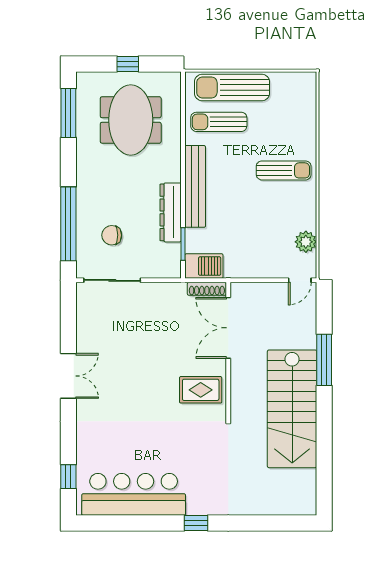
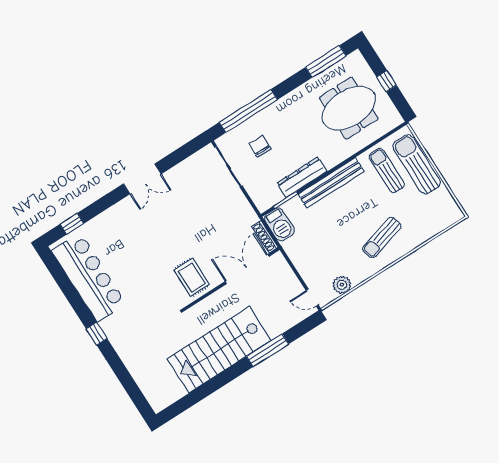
sun lounger: (284, 170) -> (382, 237), turned 74

